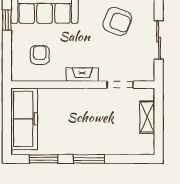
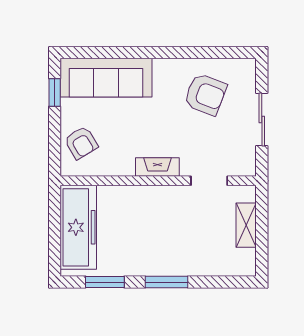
armchair: (40, 55) -> (81, 143), moved, turned 149

